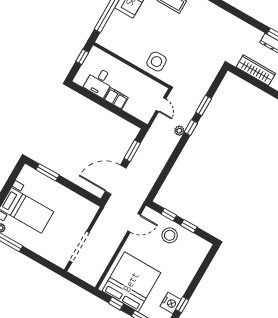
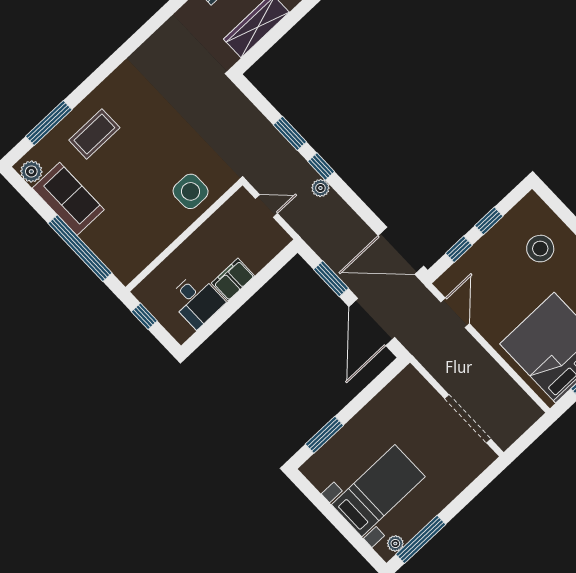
door: (159, 184) -> (401, 251), added
stool: (170, 235) -> (540, 249), moved

